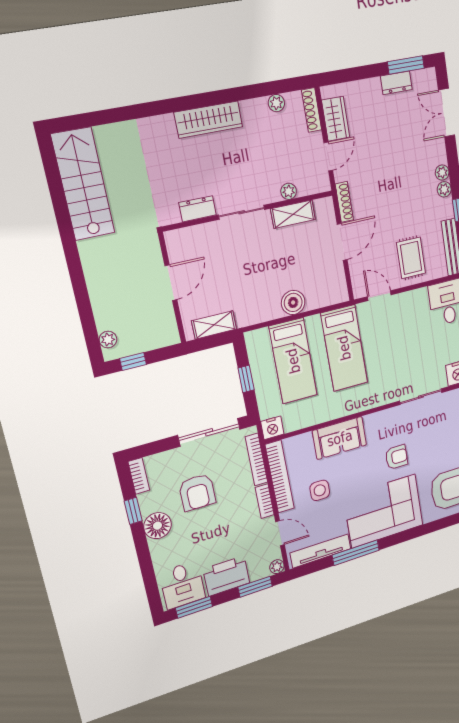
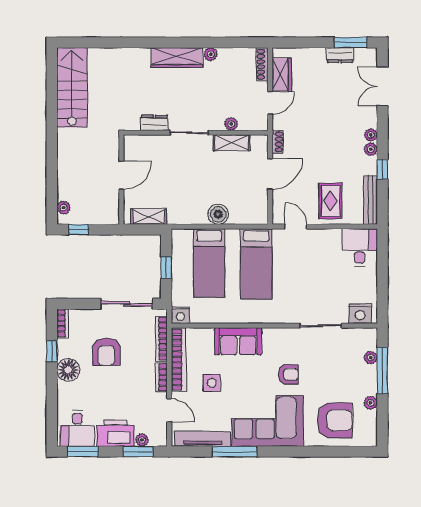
plant: (276, 103) -> (211, 54), moved
shoe rack: (344, 202) -> (278, 142), width x0.70
plant: (277, 567) -> (142, 440), moved

